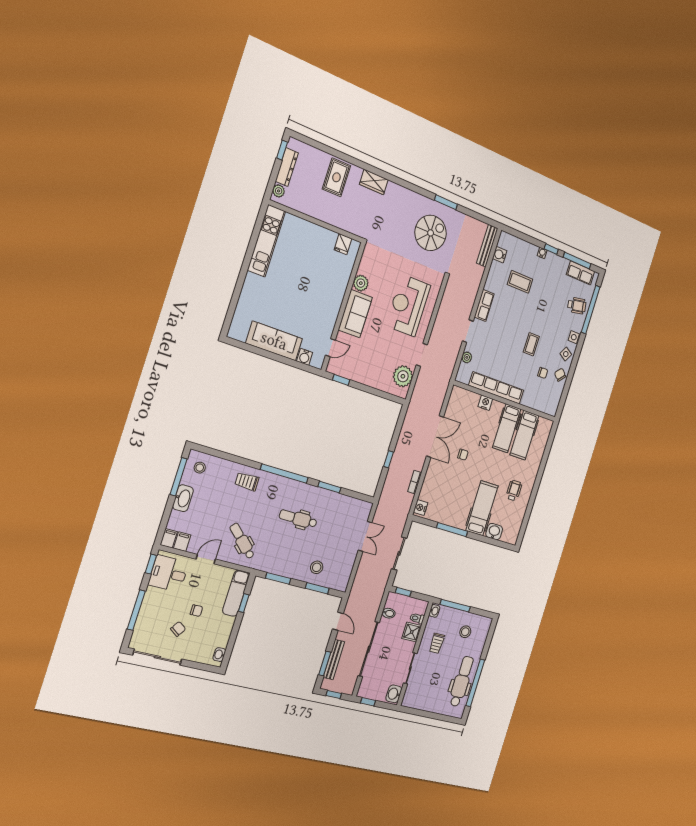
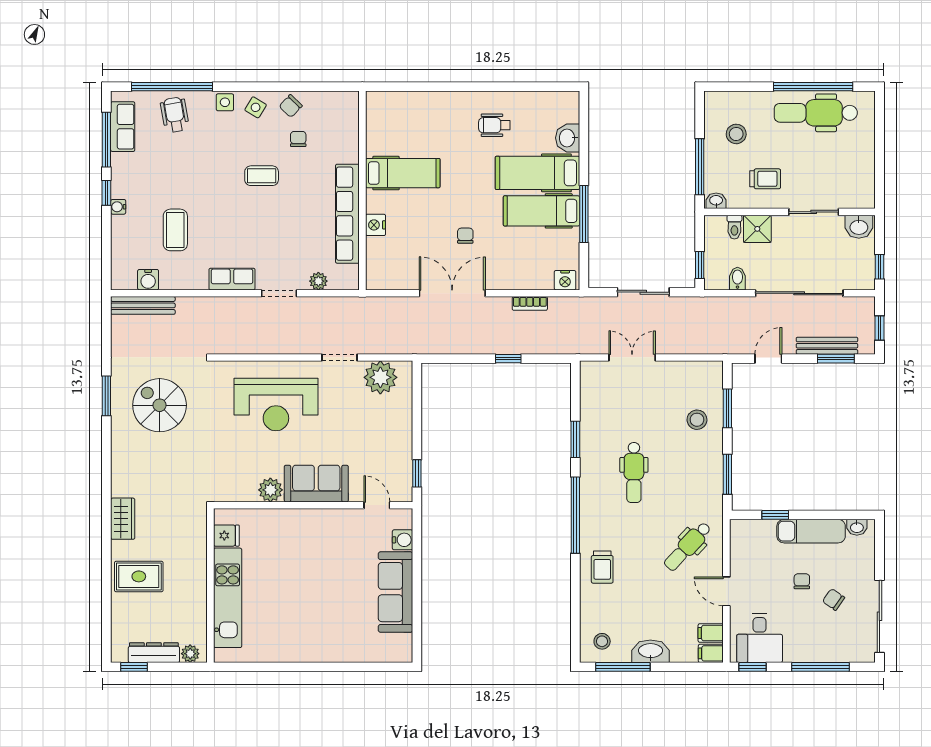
kitchen unit: (266, 241) -> (228, 598), moved, turned 90
hospital bed: (524, 435) -> (542, 211), moved, turned 180
exam couch: (236, 593) -> (811, 531), moved

